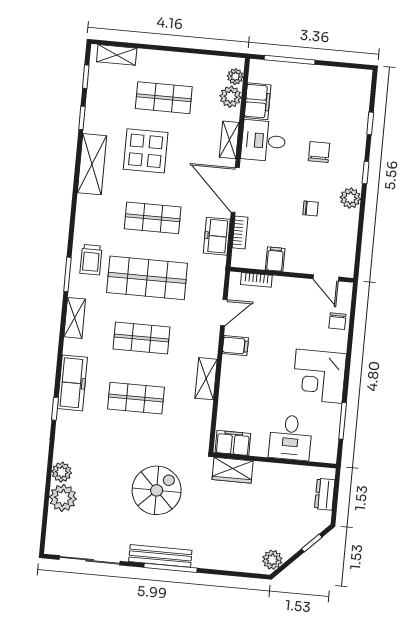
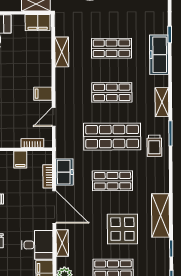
trolley: (91, 260) -> (154, 146), turned 180
shelving: (206, 379) -> (62, 52), moved

